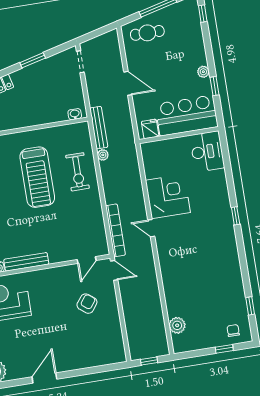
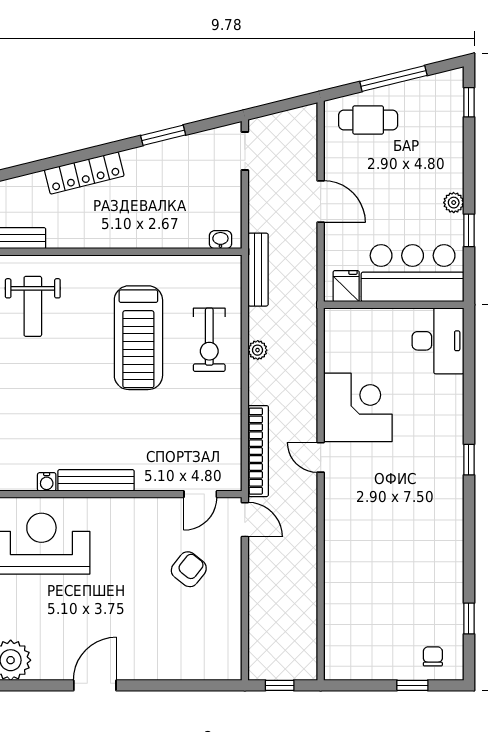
plant: (103, 155) -> (258, 350), moved
plant: (177, 325) -> (338, 632), removed

